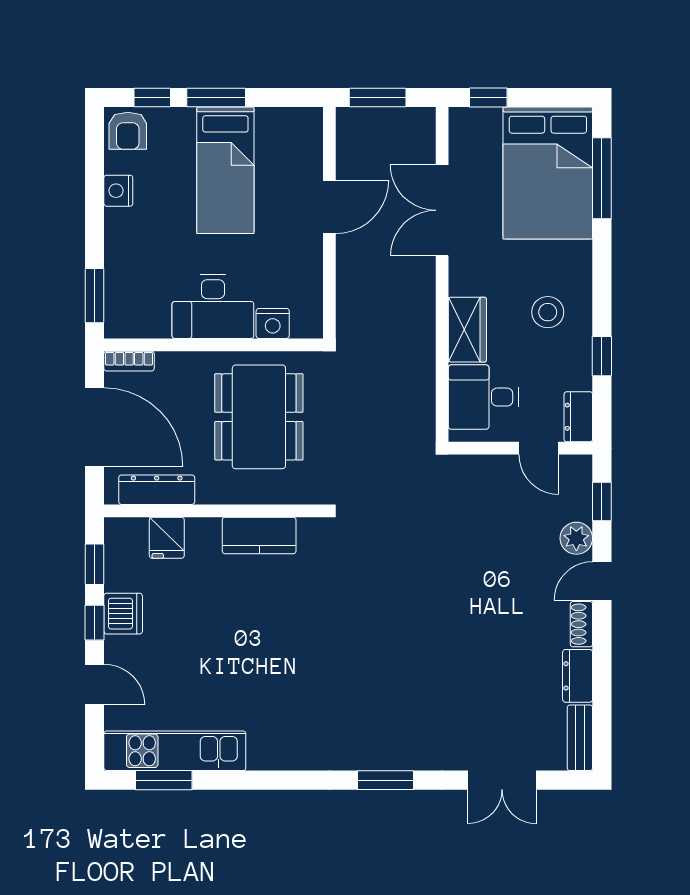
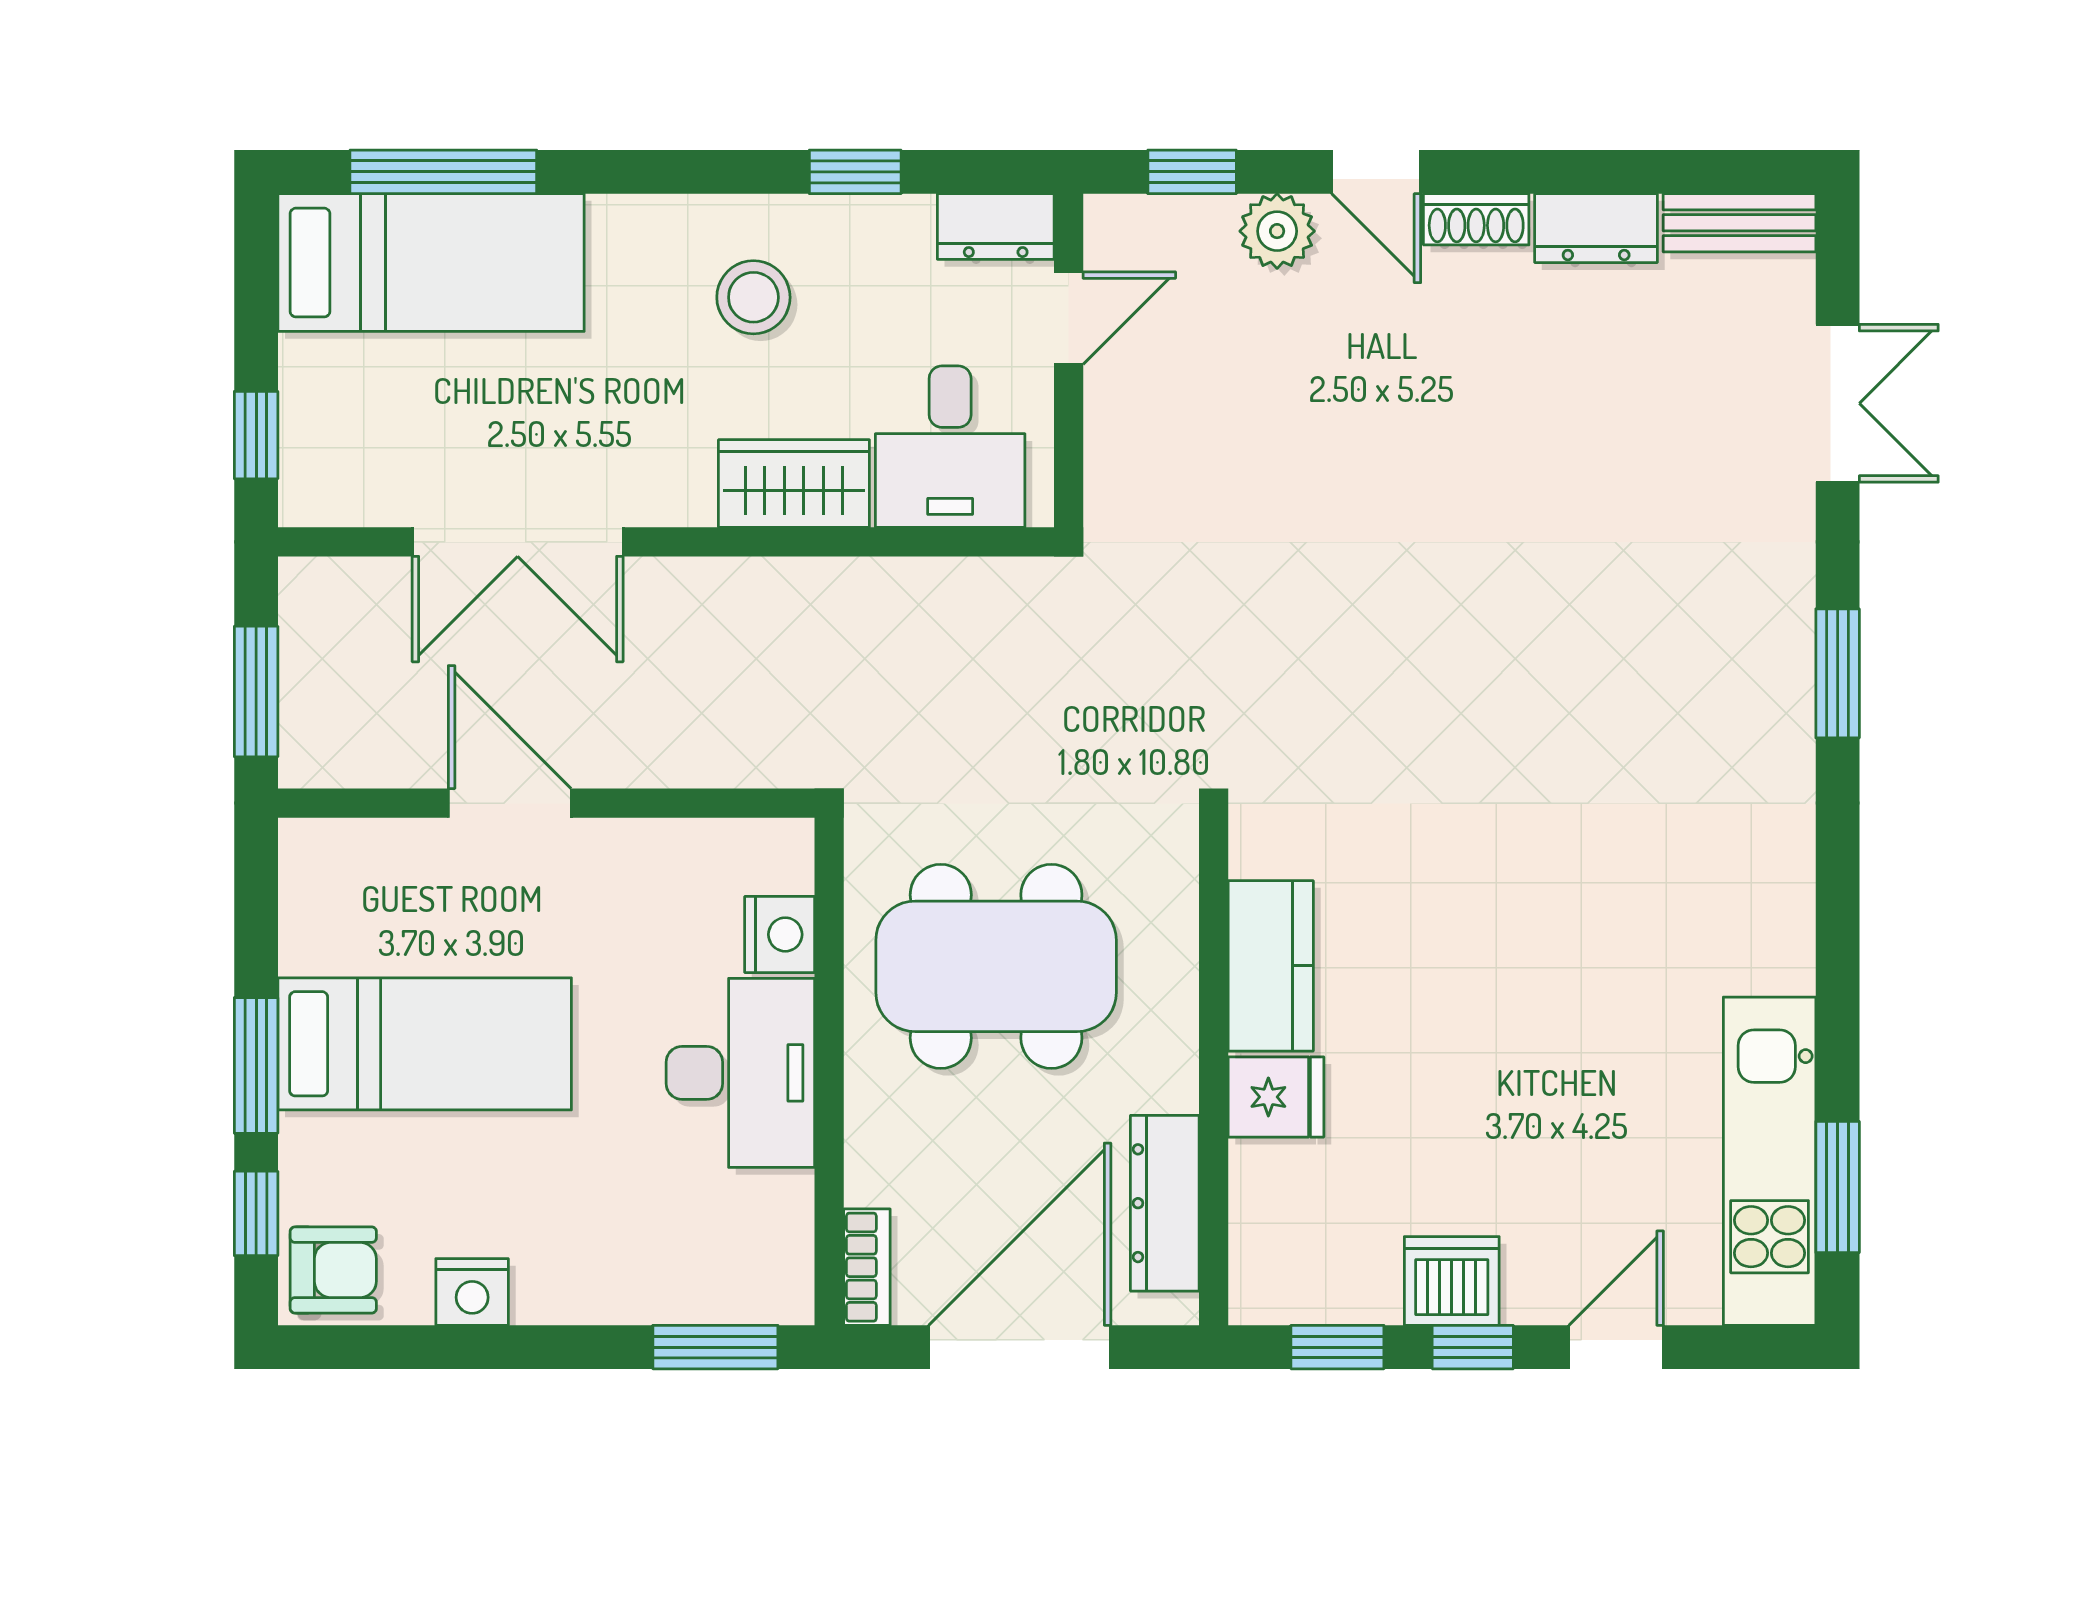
bed: (548, 173) -> (431, 263), width x0.67
fridge: (167, 538) -> (1276, 1097), moved

